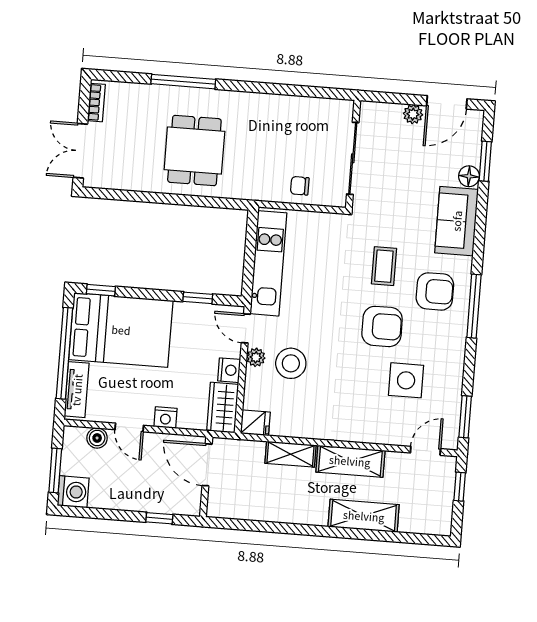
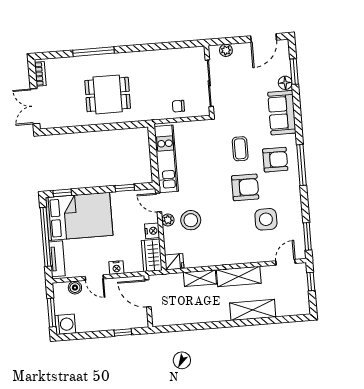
plant: (413, 114) -> (226, 50), moved
dining table: (194, 151) -> (108, 94), turned 90

